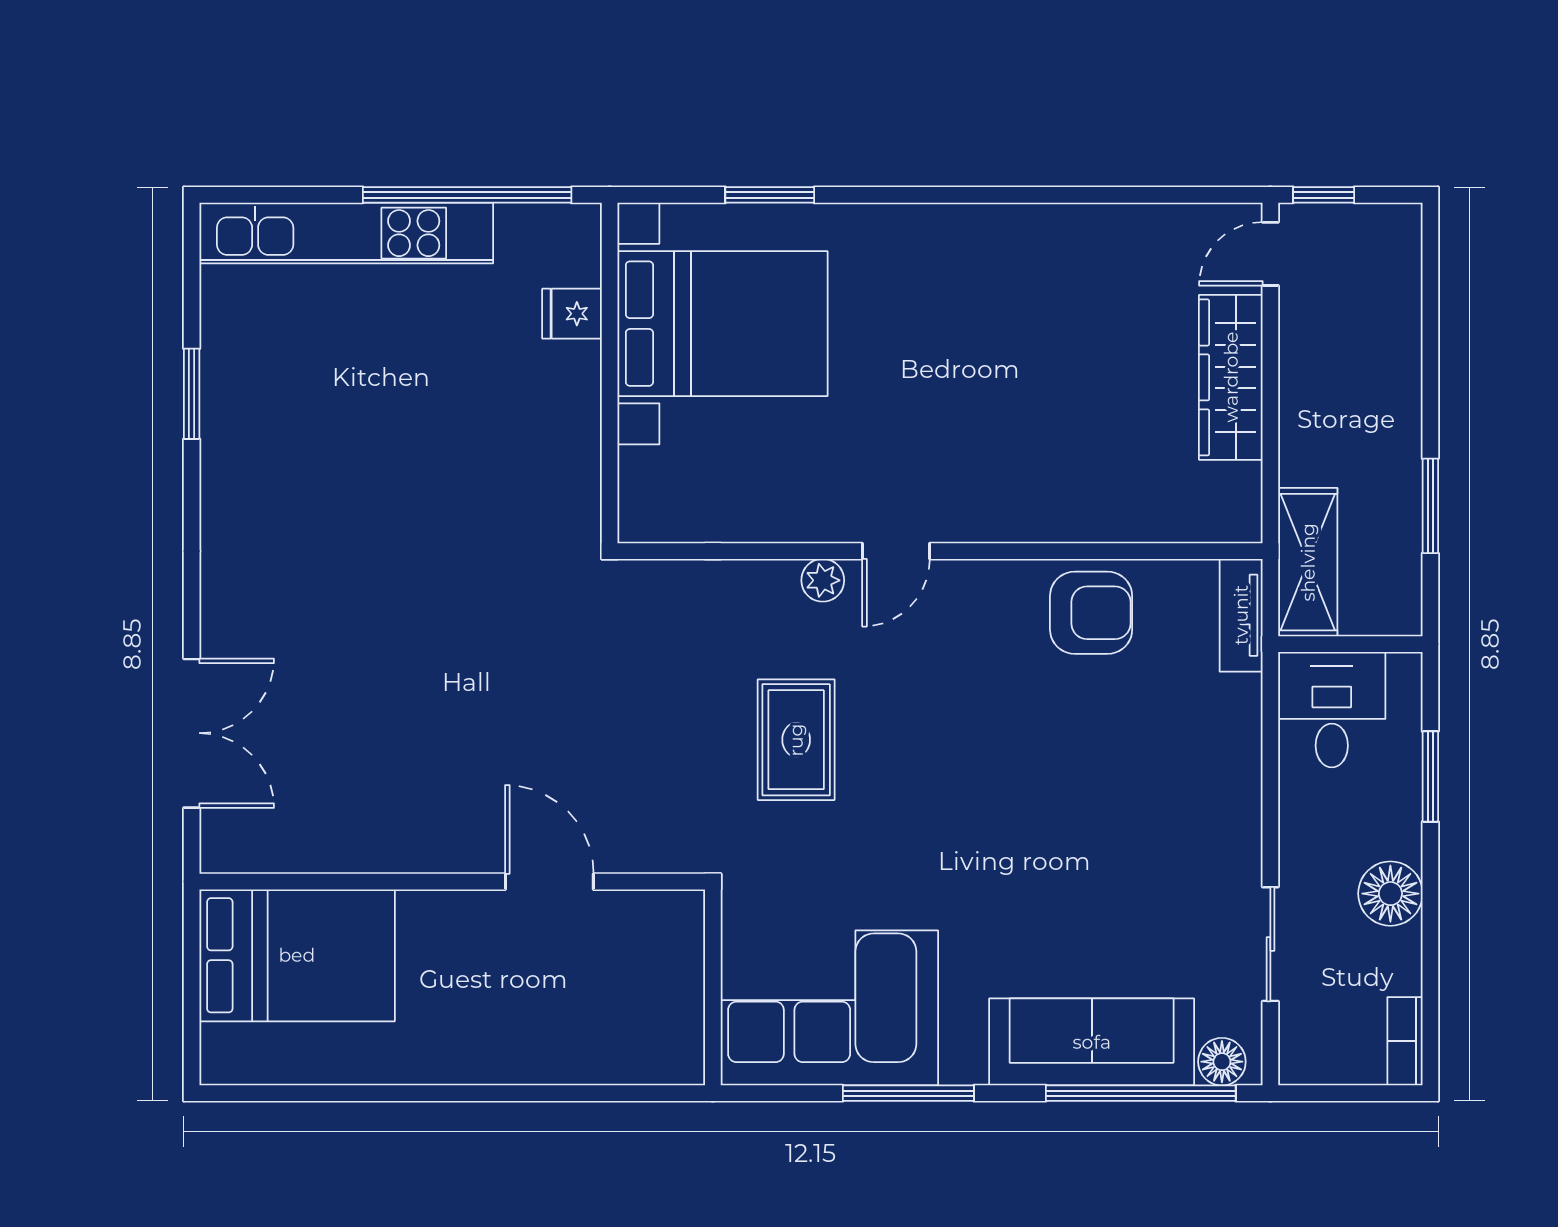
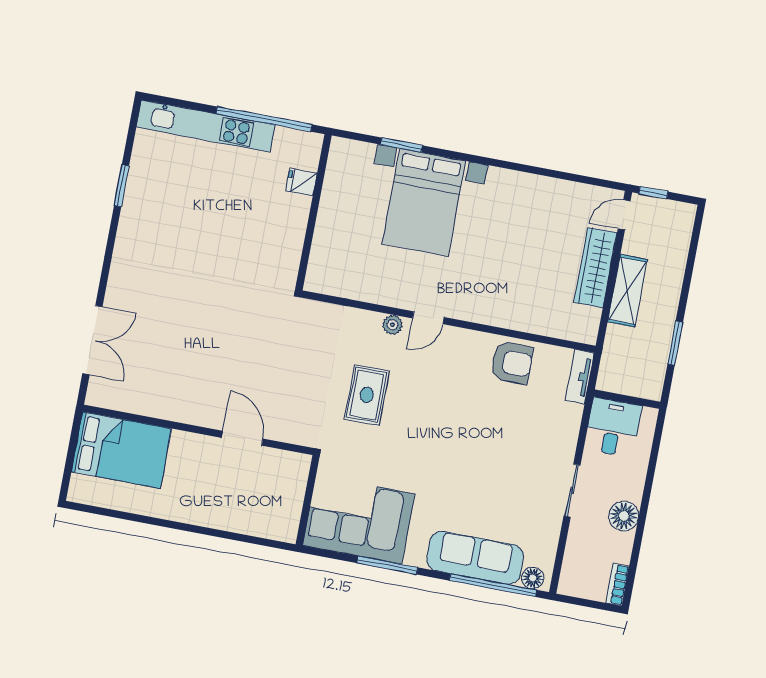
bed with nightstands: (722, 324) -> (424, 202), moved, turned 90
shelving: (1308, 562) -> (627, 291), moved
window: (1430, 776) -> (652, 466), removed
sliding door: (1270, 944) -> (572, 491), moved

